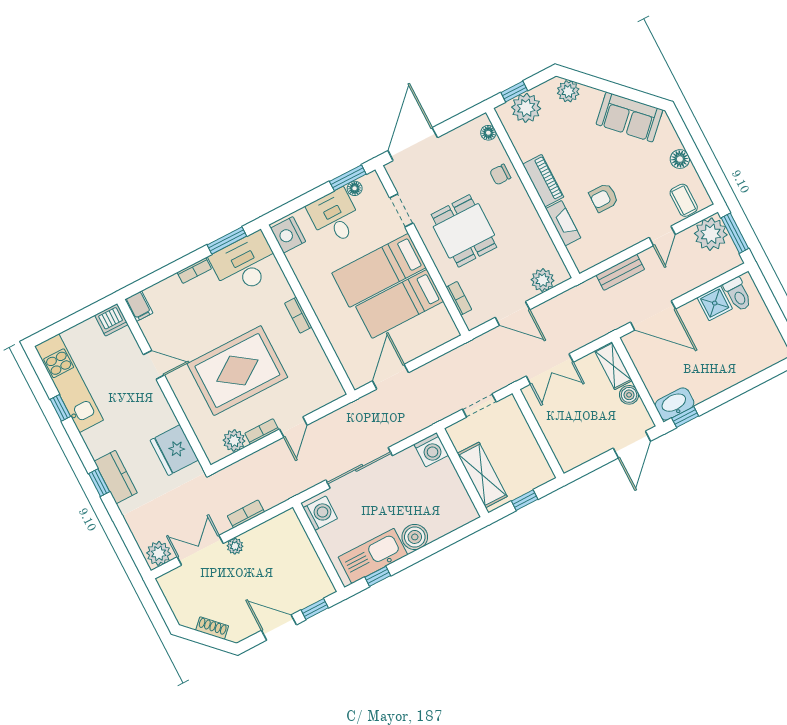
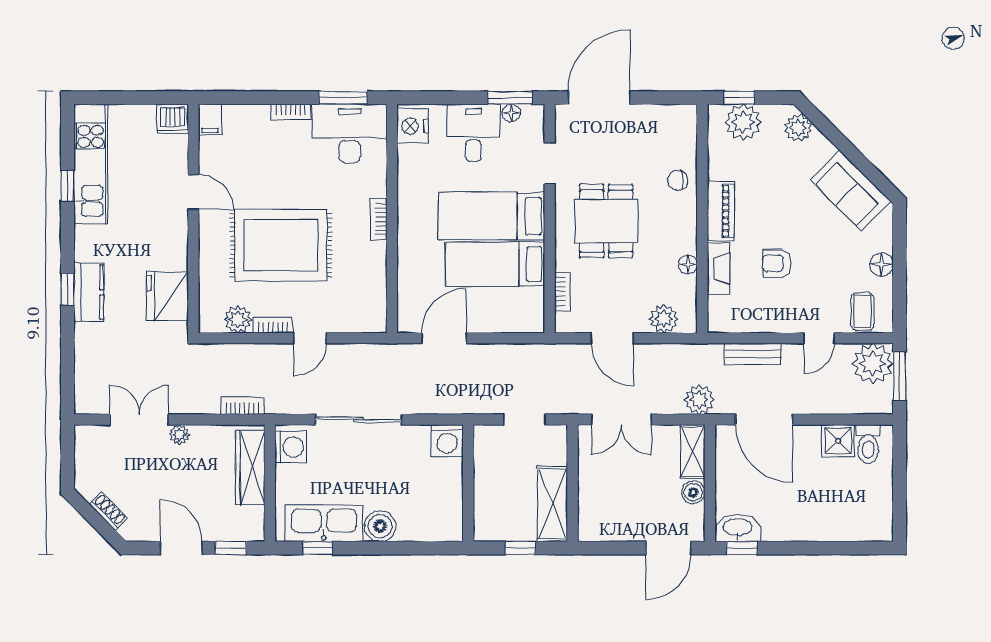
floor lamp: (488, 133) -> (688, 264), moved
shelving: (482, 475) -> (552, 504), moved
bookcase: (246, 514) -> (242, 406), moved
wardrobe: (299, 543) -> (250, 468), added
plant: (159, 553) -> (699, 400), moved

